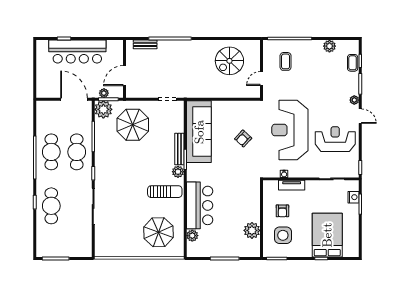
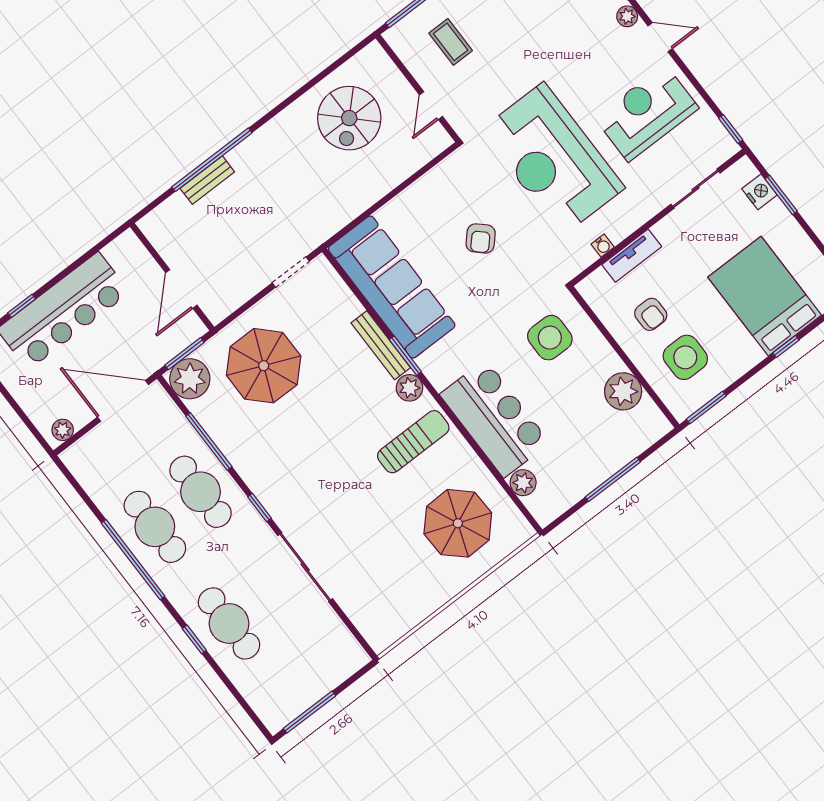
bench: (145, 44) -> (207, 180), moved
plant: (104, 93) -> (63, 430), moved
side table: (241, 192) -> (550, 338), added

